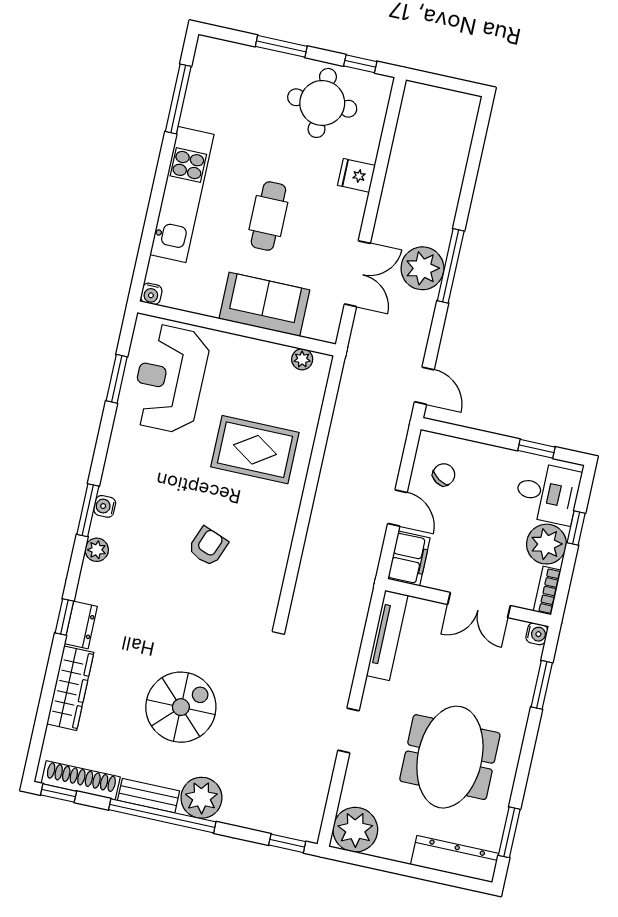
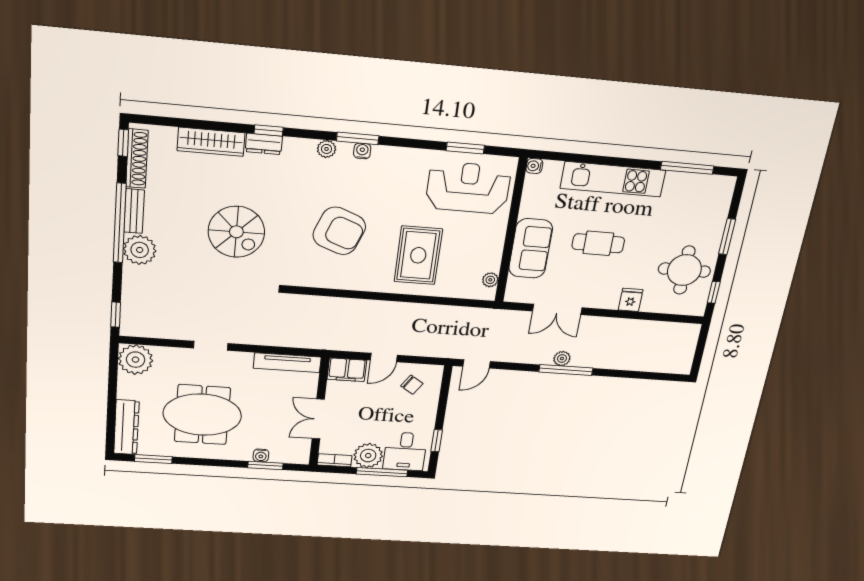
plant: (422, 268) -> (562, 359), width x0.53, depth x0.53
window: (576, 528) -> (382, 472), width x2.17
armchair: (208, 546) -> (339, 231), width x1.88, depth x1.88
water cooler: (537, 634) -> (261, 455), moved
spiral stairs: (181, 707) -> (236, 232), moved

